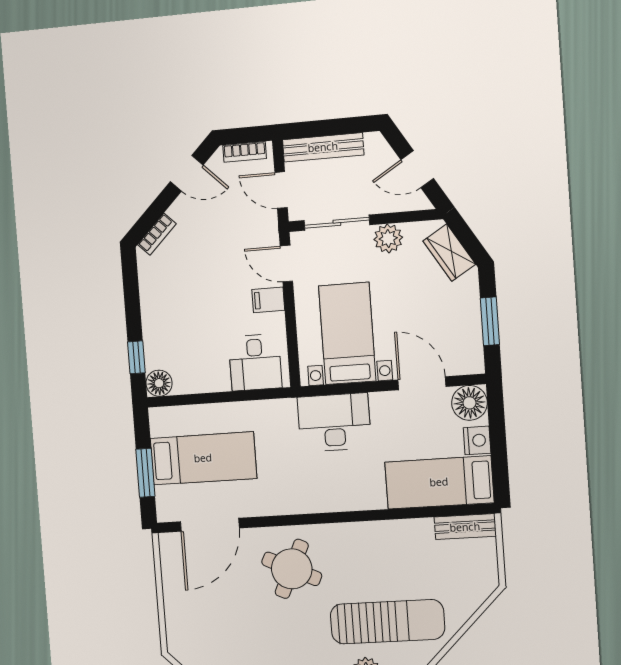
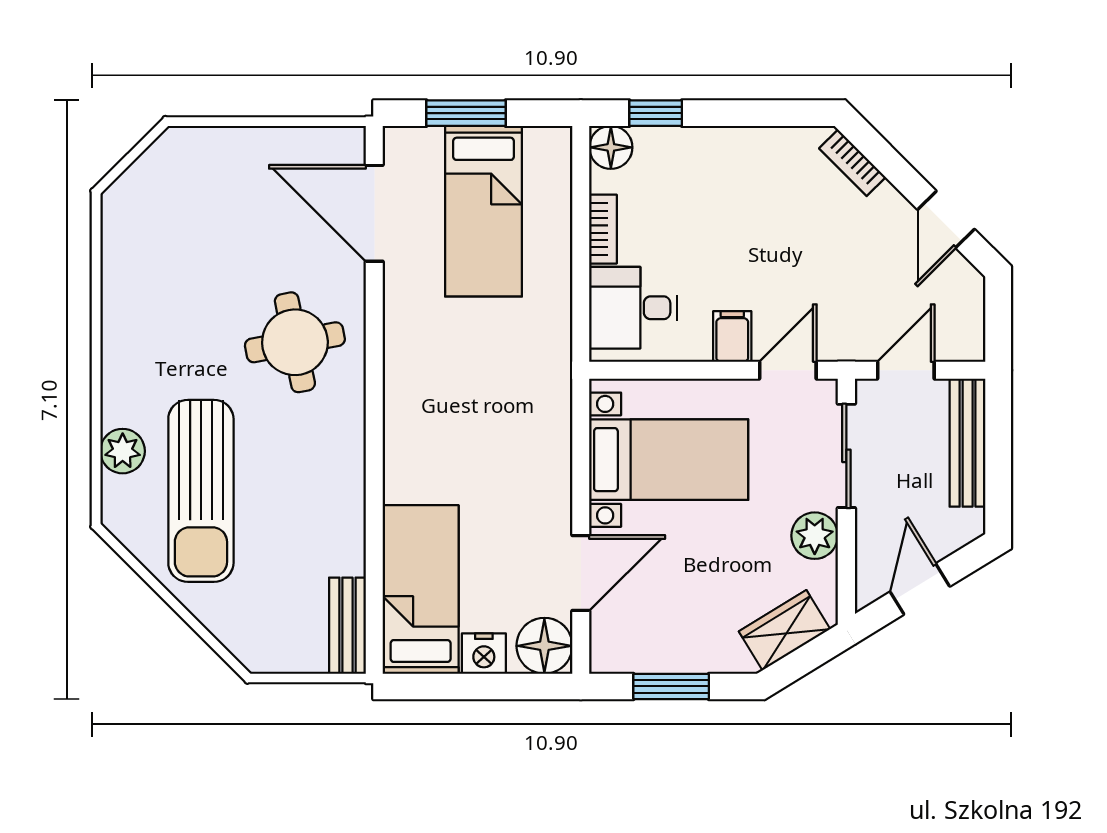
bookcase: (245, 152) -> (603, 229), moved, turned 180
desk: (334, 422) -> (528, 428), removed
round table: (292, 569) -> (295, 342), turned -36

